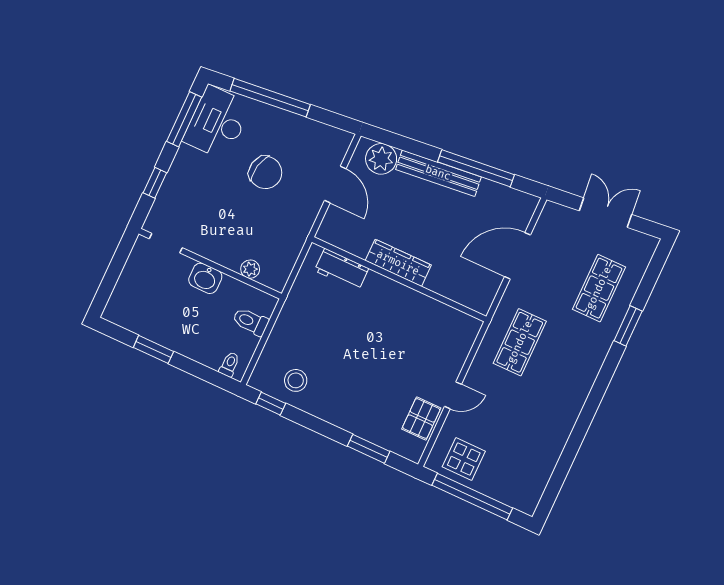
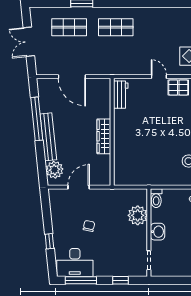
window: (270, 98) -> (49, 241), width x0.32
chair: (265, 172) -> (89, 226), width x0.54, depth x0.54
plant: (250, 269) -> (138, 215), width x1.88, depth x1.88
workbench: (342, 269) -> (121, 95), moved
toilet: (251, 322) -> (156, 198), moved
shop shelf: (520, 342) -> (116, 27), moved

